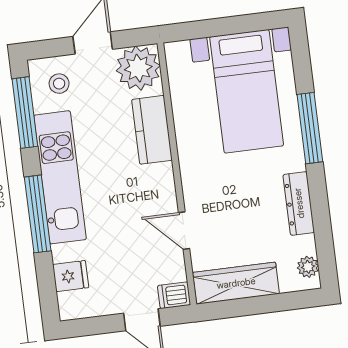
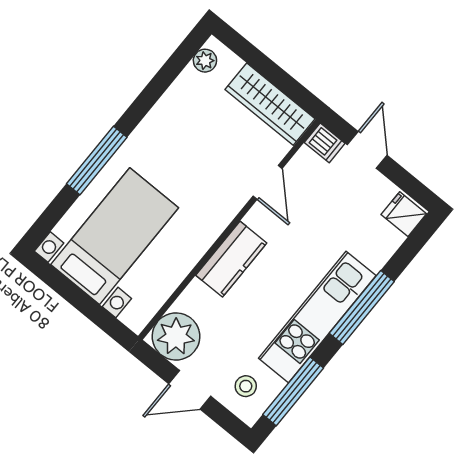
kitchen counter: (152, 130) -> (231, 259), moved
dresser: (299, 203) -> (163, 114), removed
fridge: (71, 276) -> (404, 214), moved

